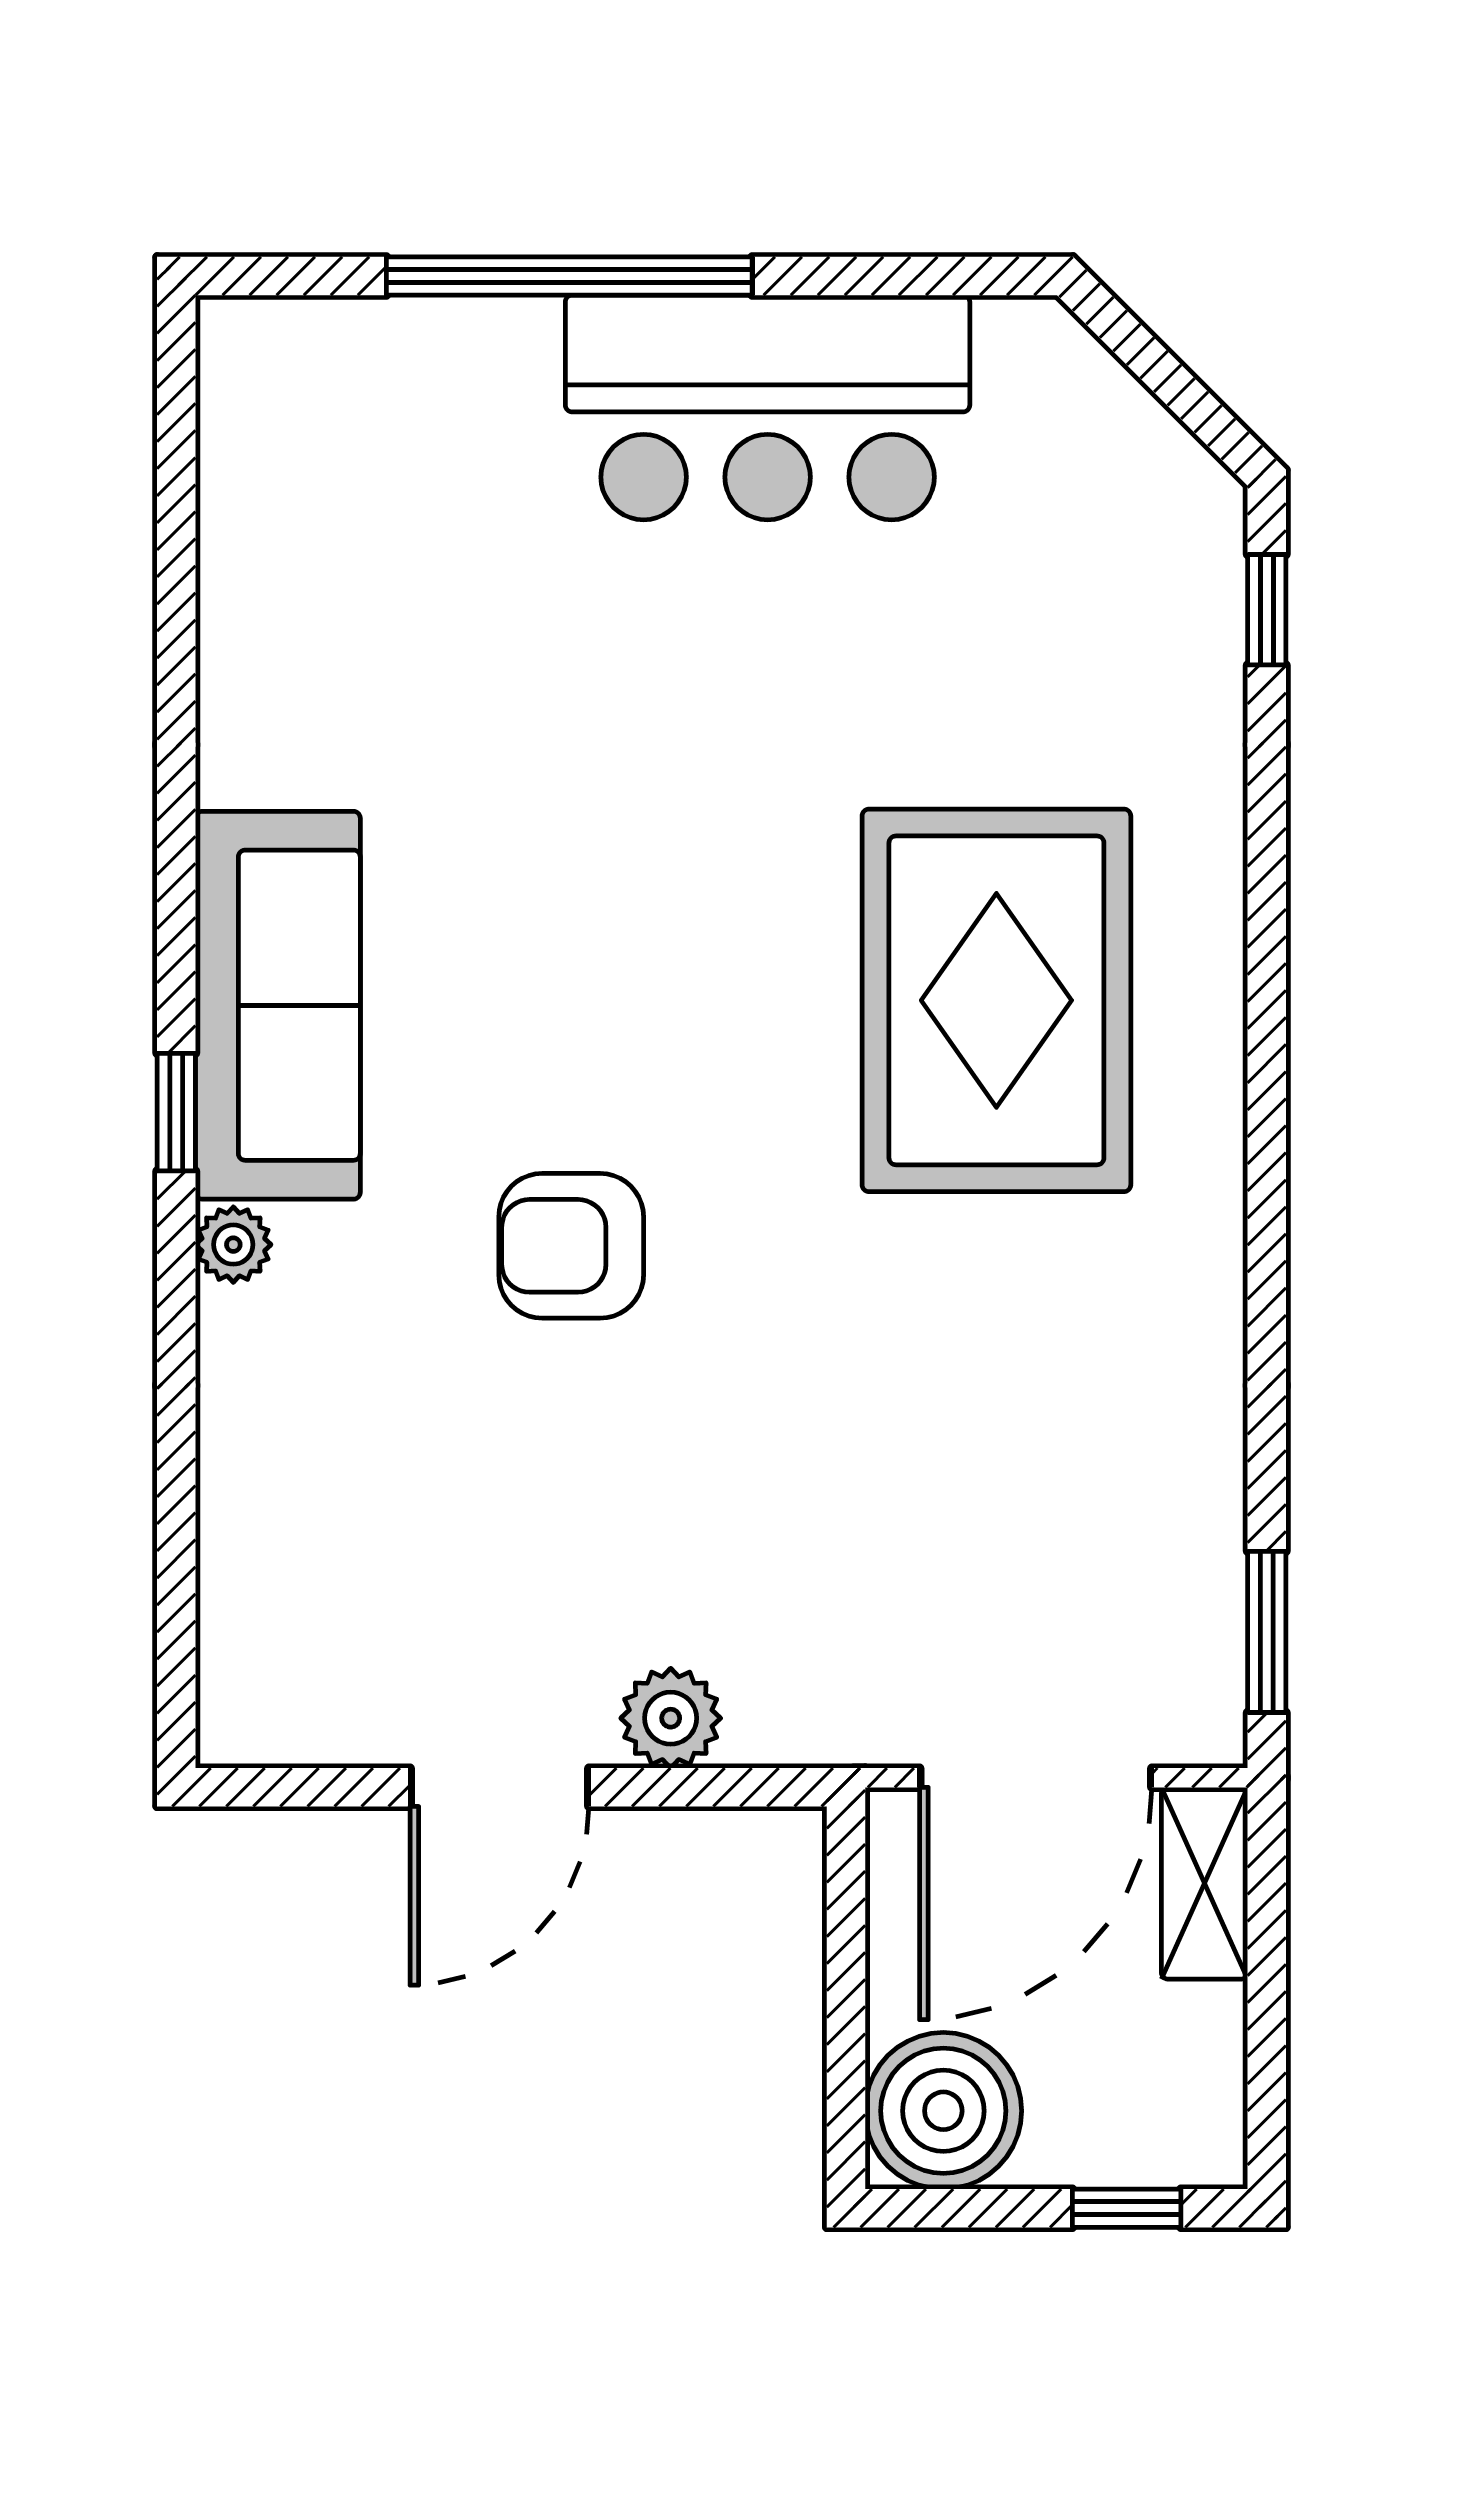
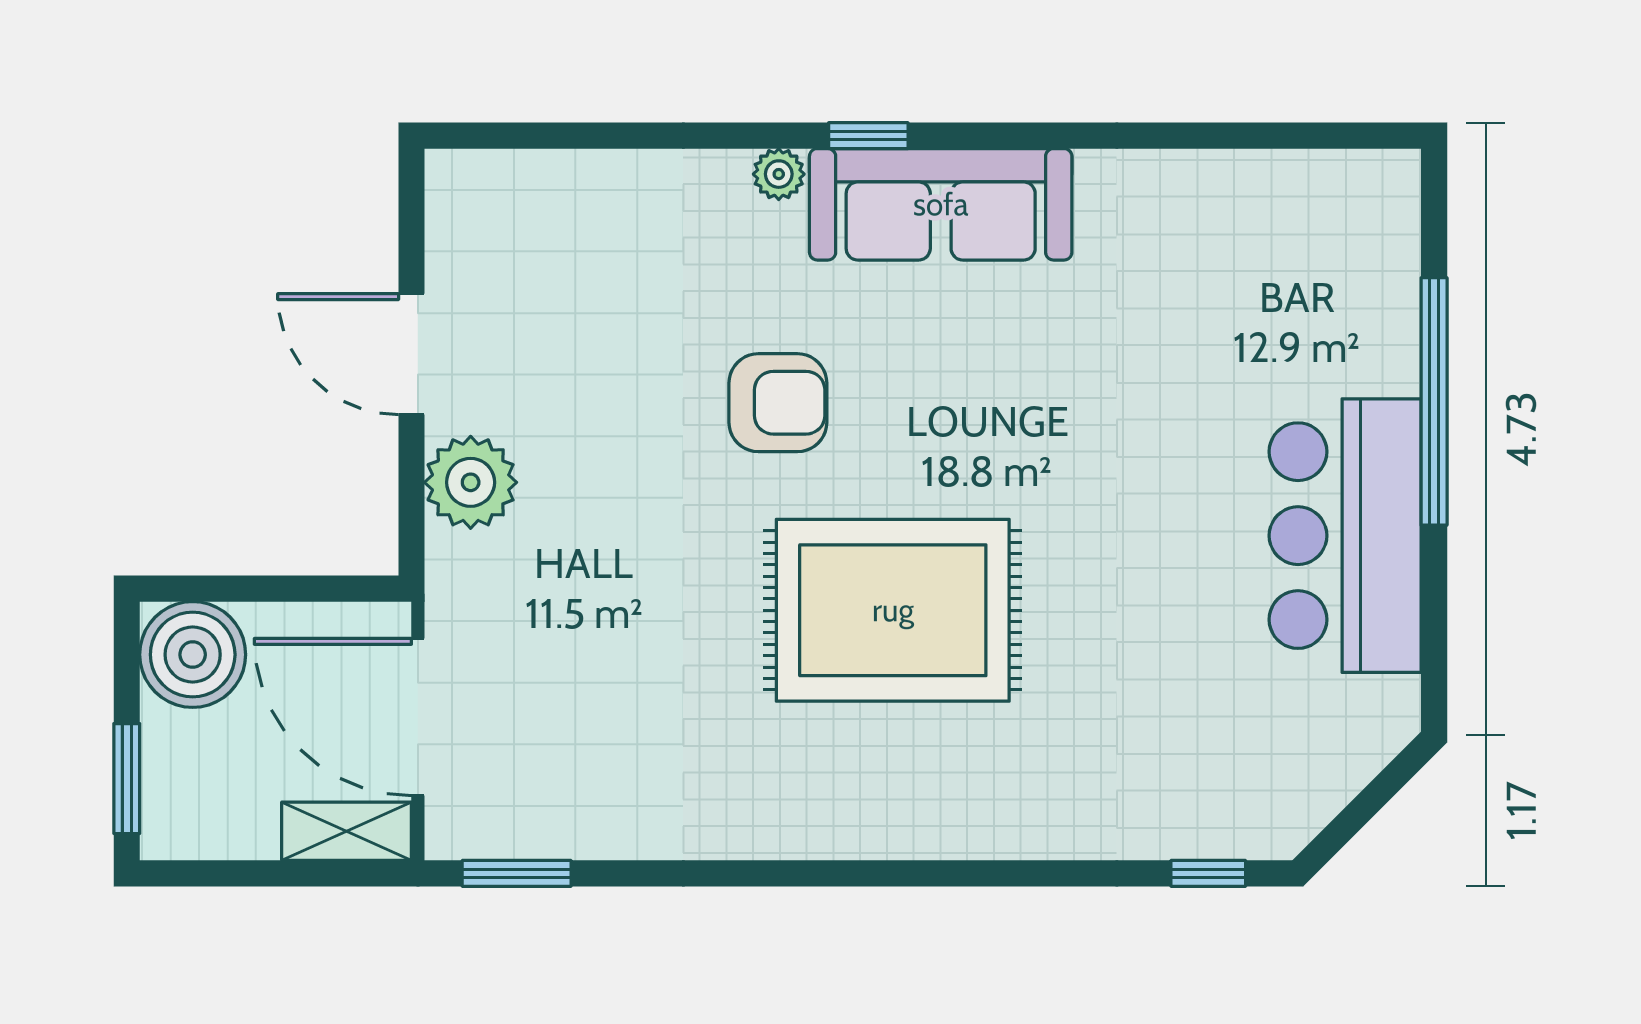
rug: (996, 1000) -> (893, 610), moved
armchair: (571, 1246) -> (778, 403), turned 90
plant: (671, 1718) -> (471, 482), width x1.36, depth x1.36
window: (1127, 2208) -> (127, 779), width x1.50

